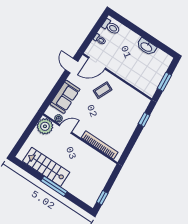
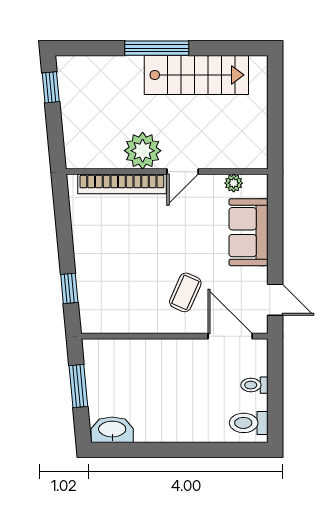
washbasin: (146, 47) -> (112, 430), moved
door: (97, 63) -> (230, 336), hinge flipped
plant: (45, 126) -> (143, 151), moved
door: (66, 129) -> (183, 172), moved

